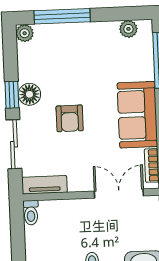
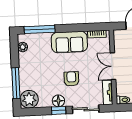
plant: (25, 33) -> (29, 99), width x1.87, depth x1.87
armchair: (70, 118) -> (71, 79), turned -90
double door: (119, 193) -> (113, 66), moved

